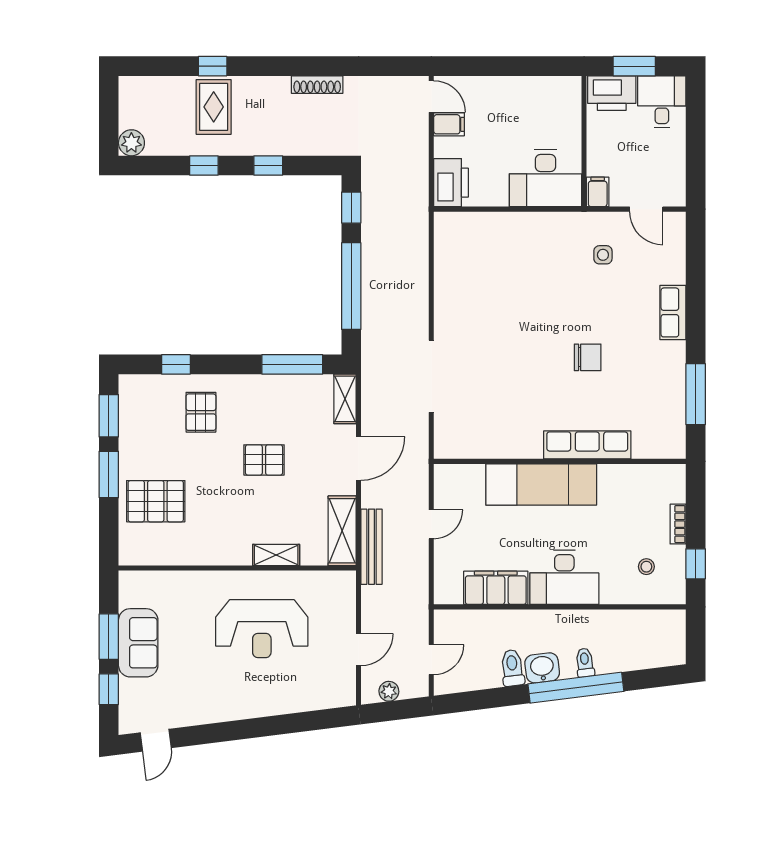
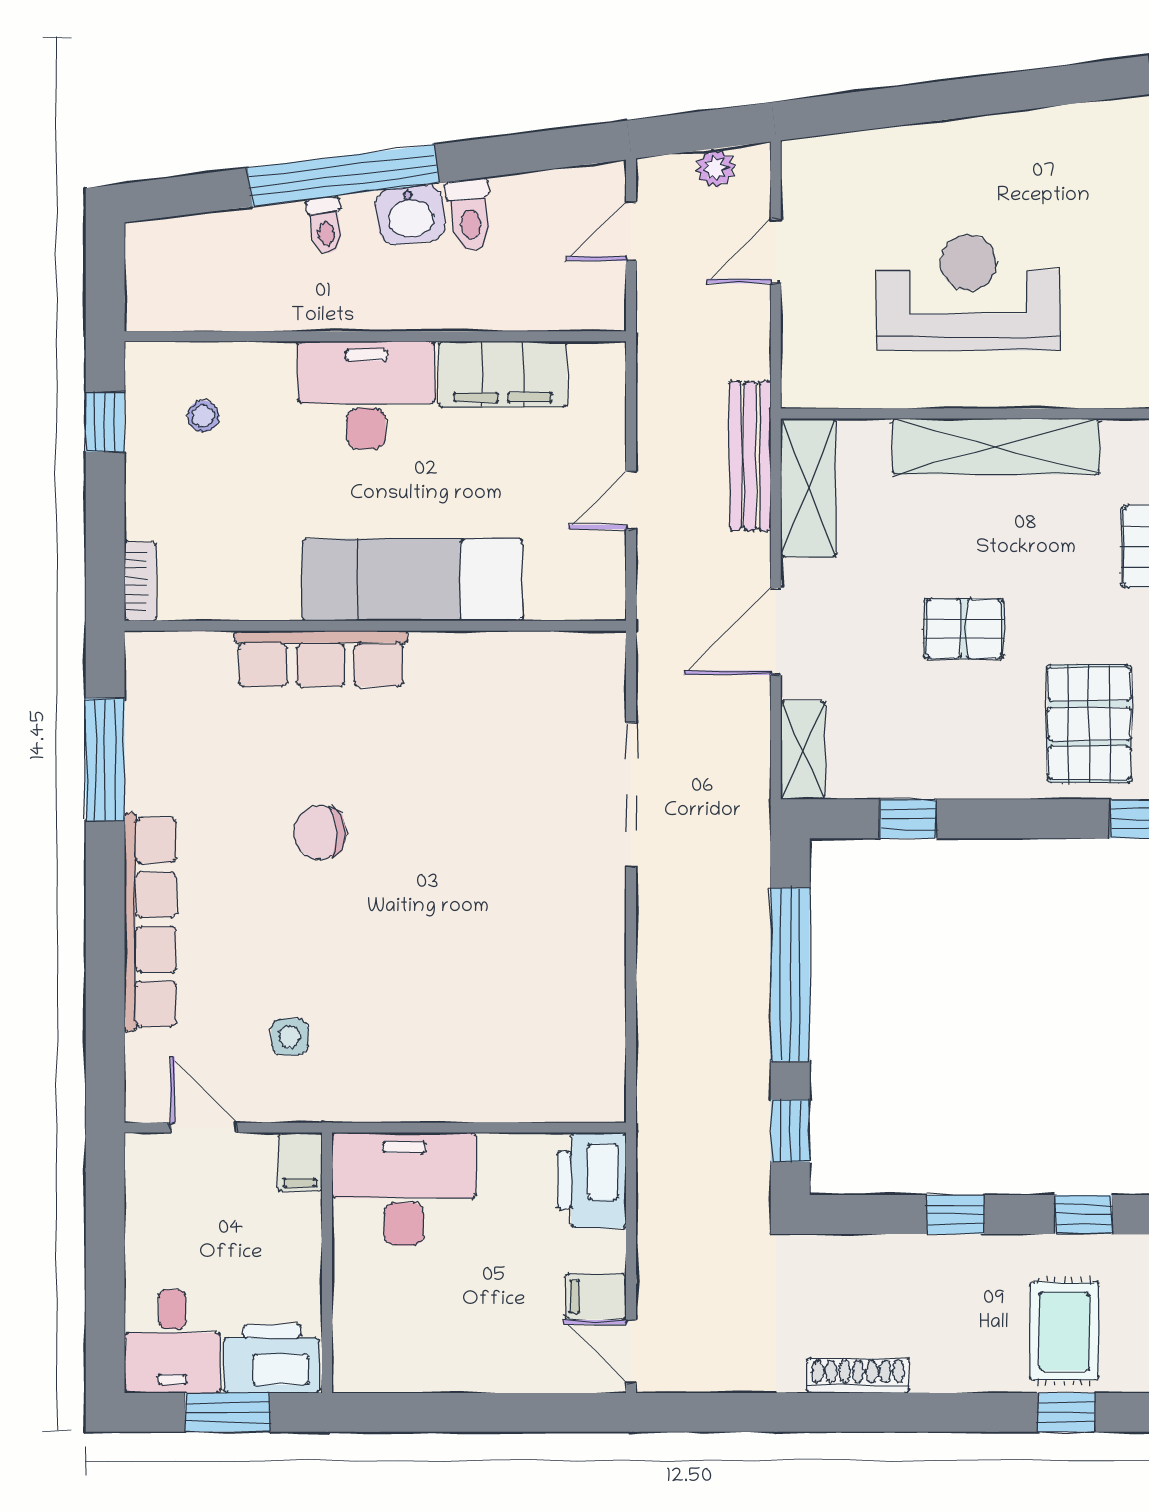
row of seats: (673, 312) -> (150, 922), width x2.02
window: (292, 364) -> (908, 819), width x0.46
pallet: (201, 412) -> (1089, 724), width x1.50, depth x1.42
bookcase: (678, 524) -> (140, 581), moved
shelving: (276, 555) -> (996, 446), width x2.20, depth x1.33

